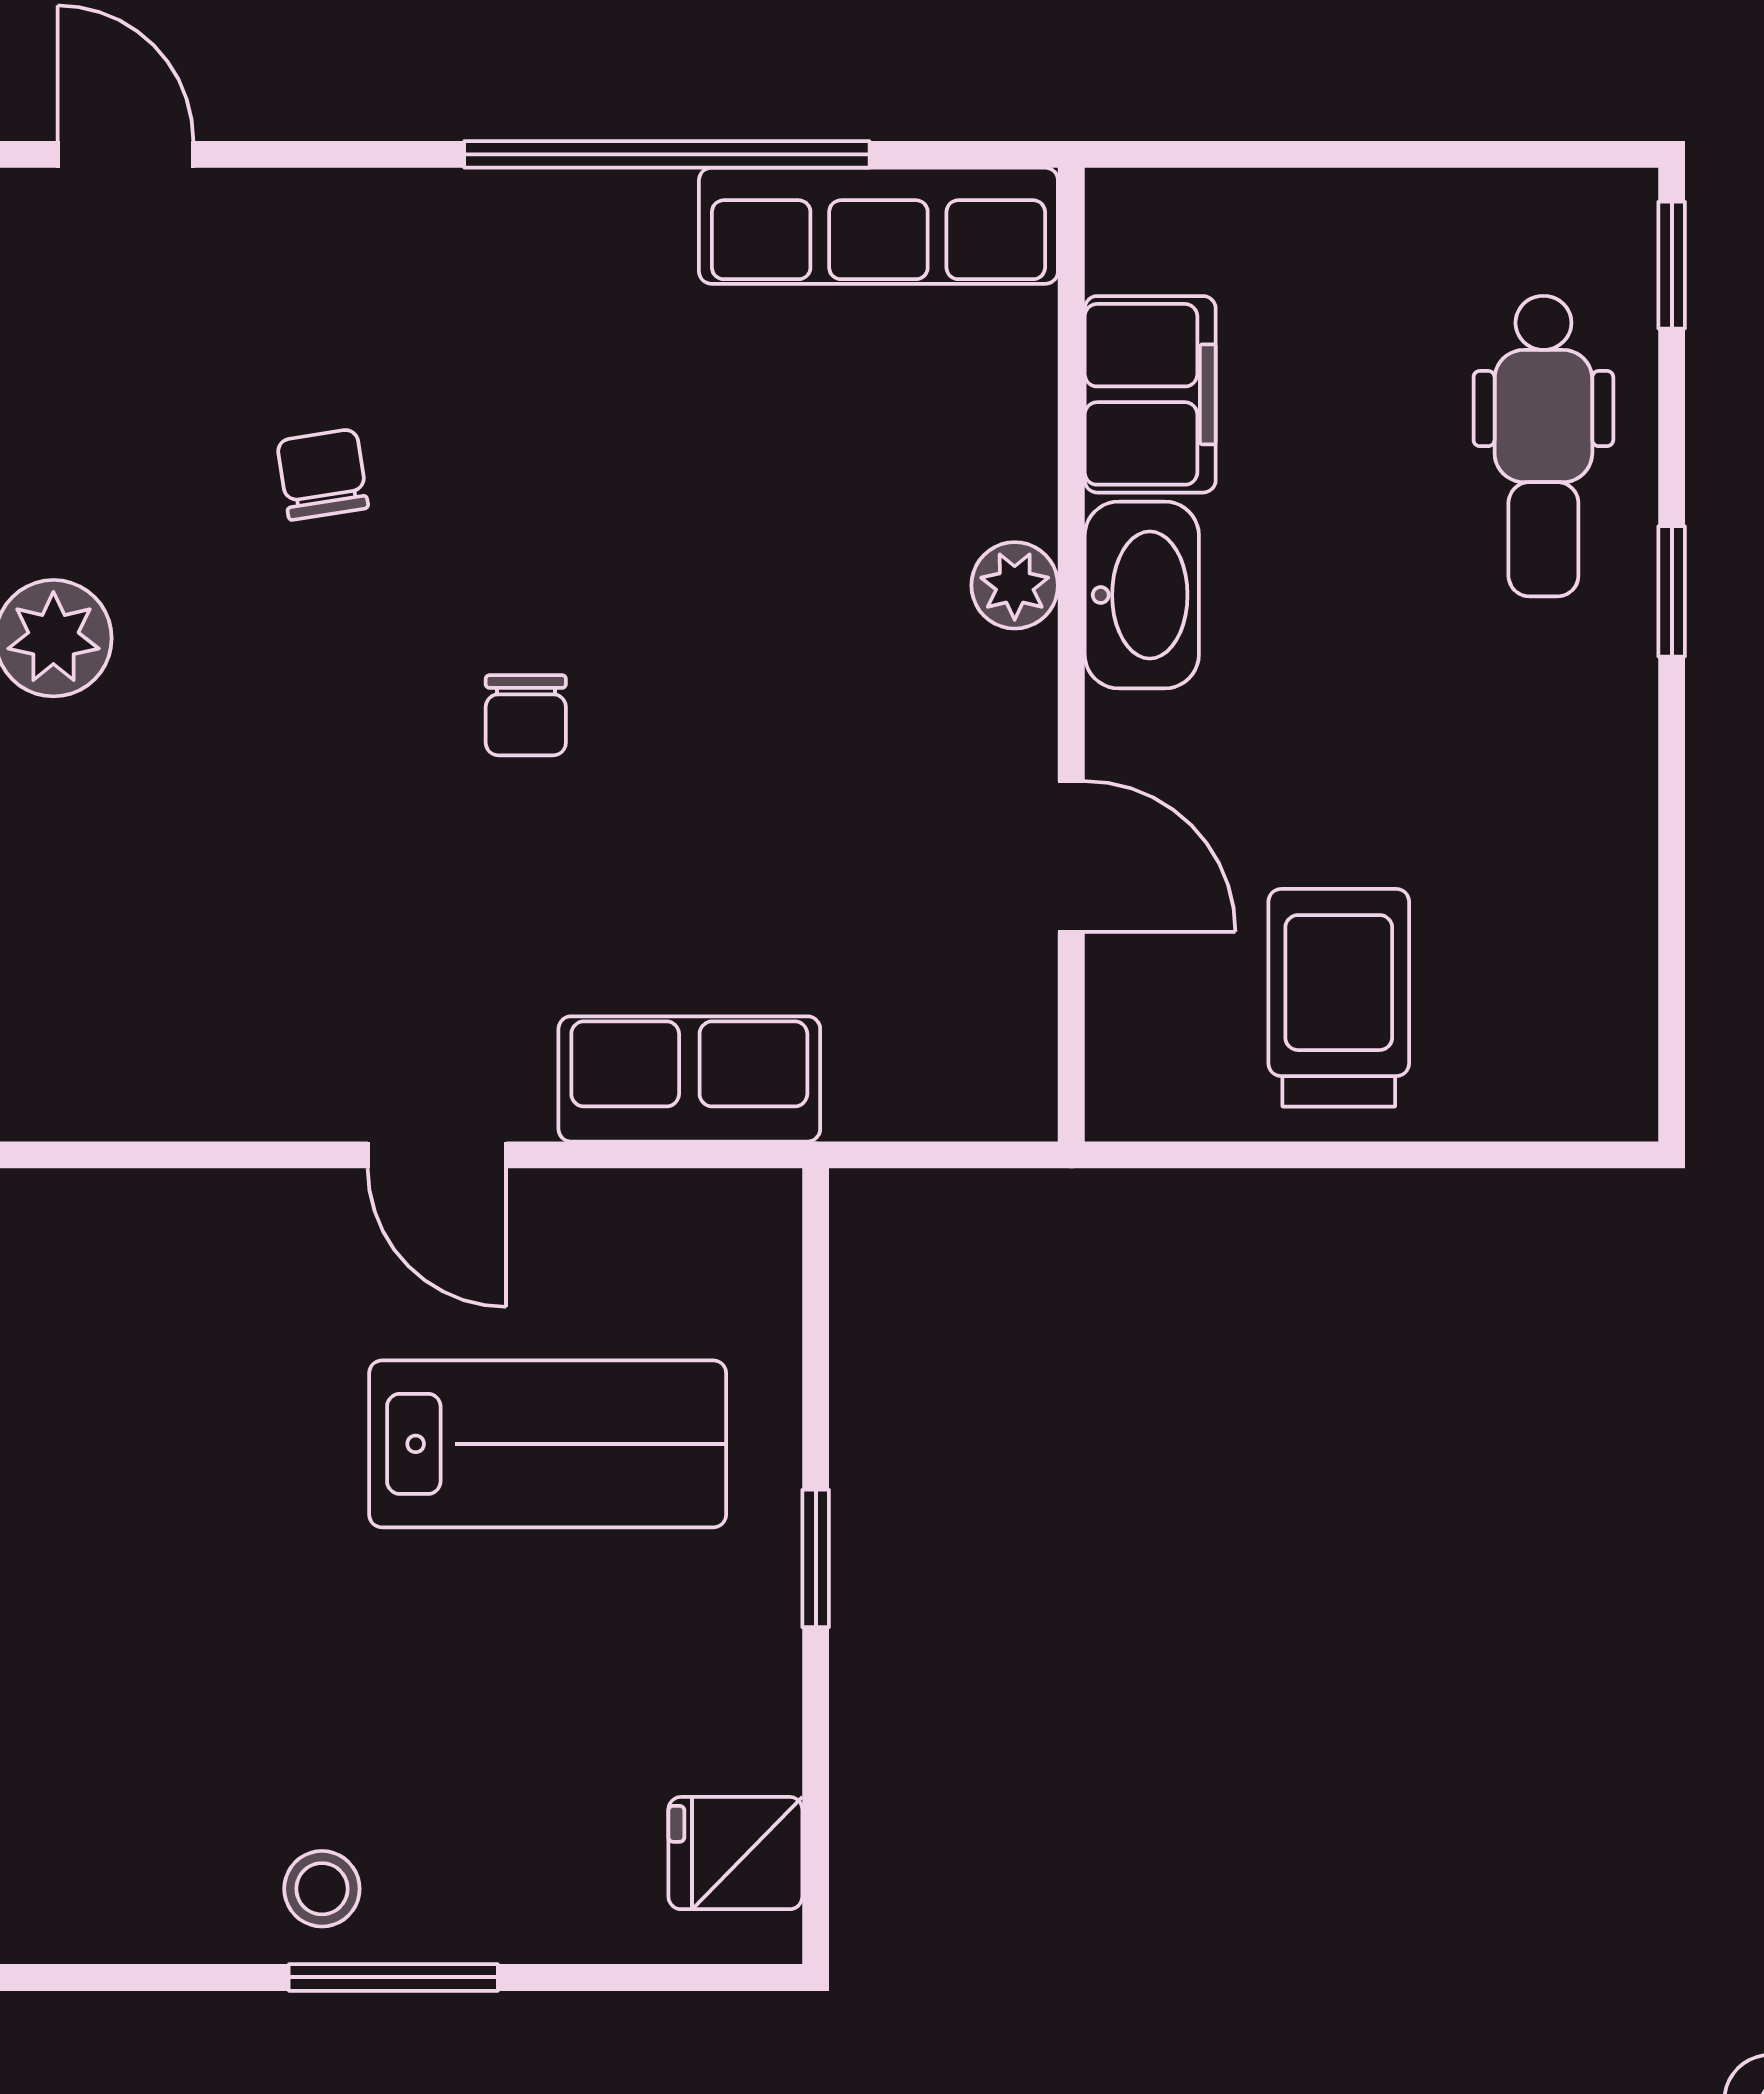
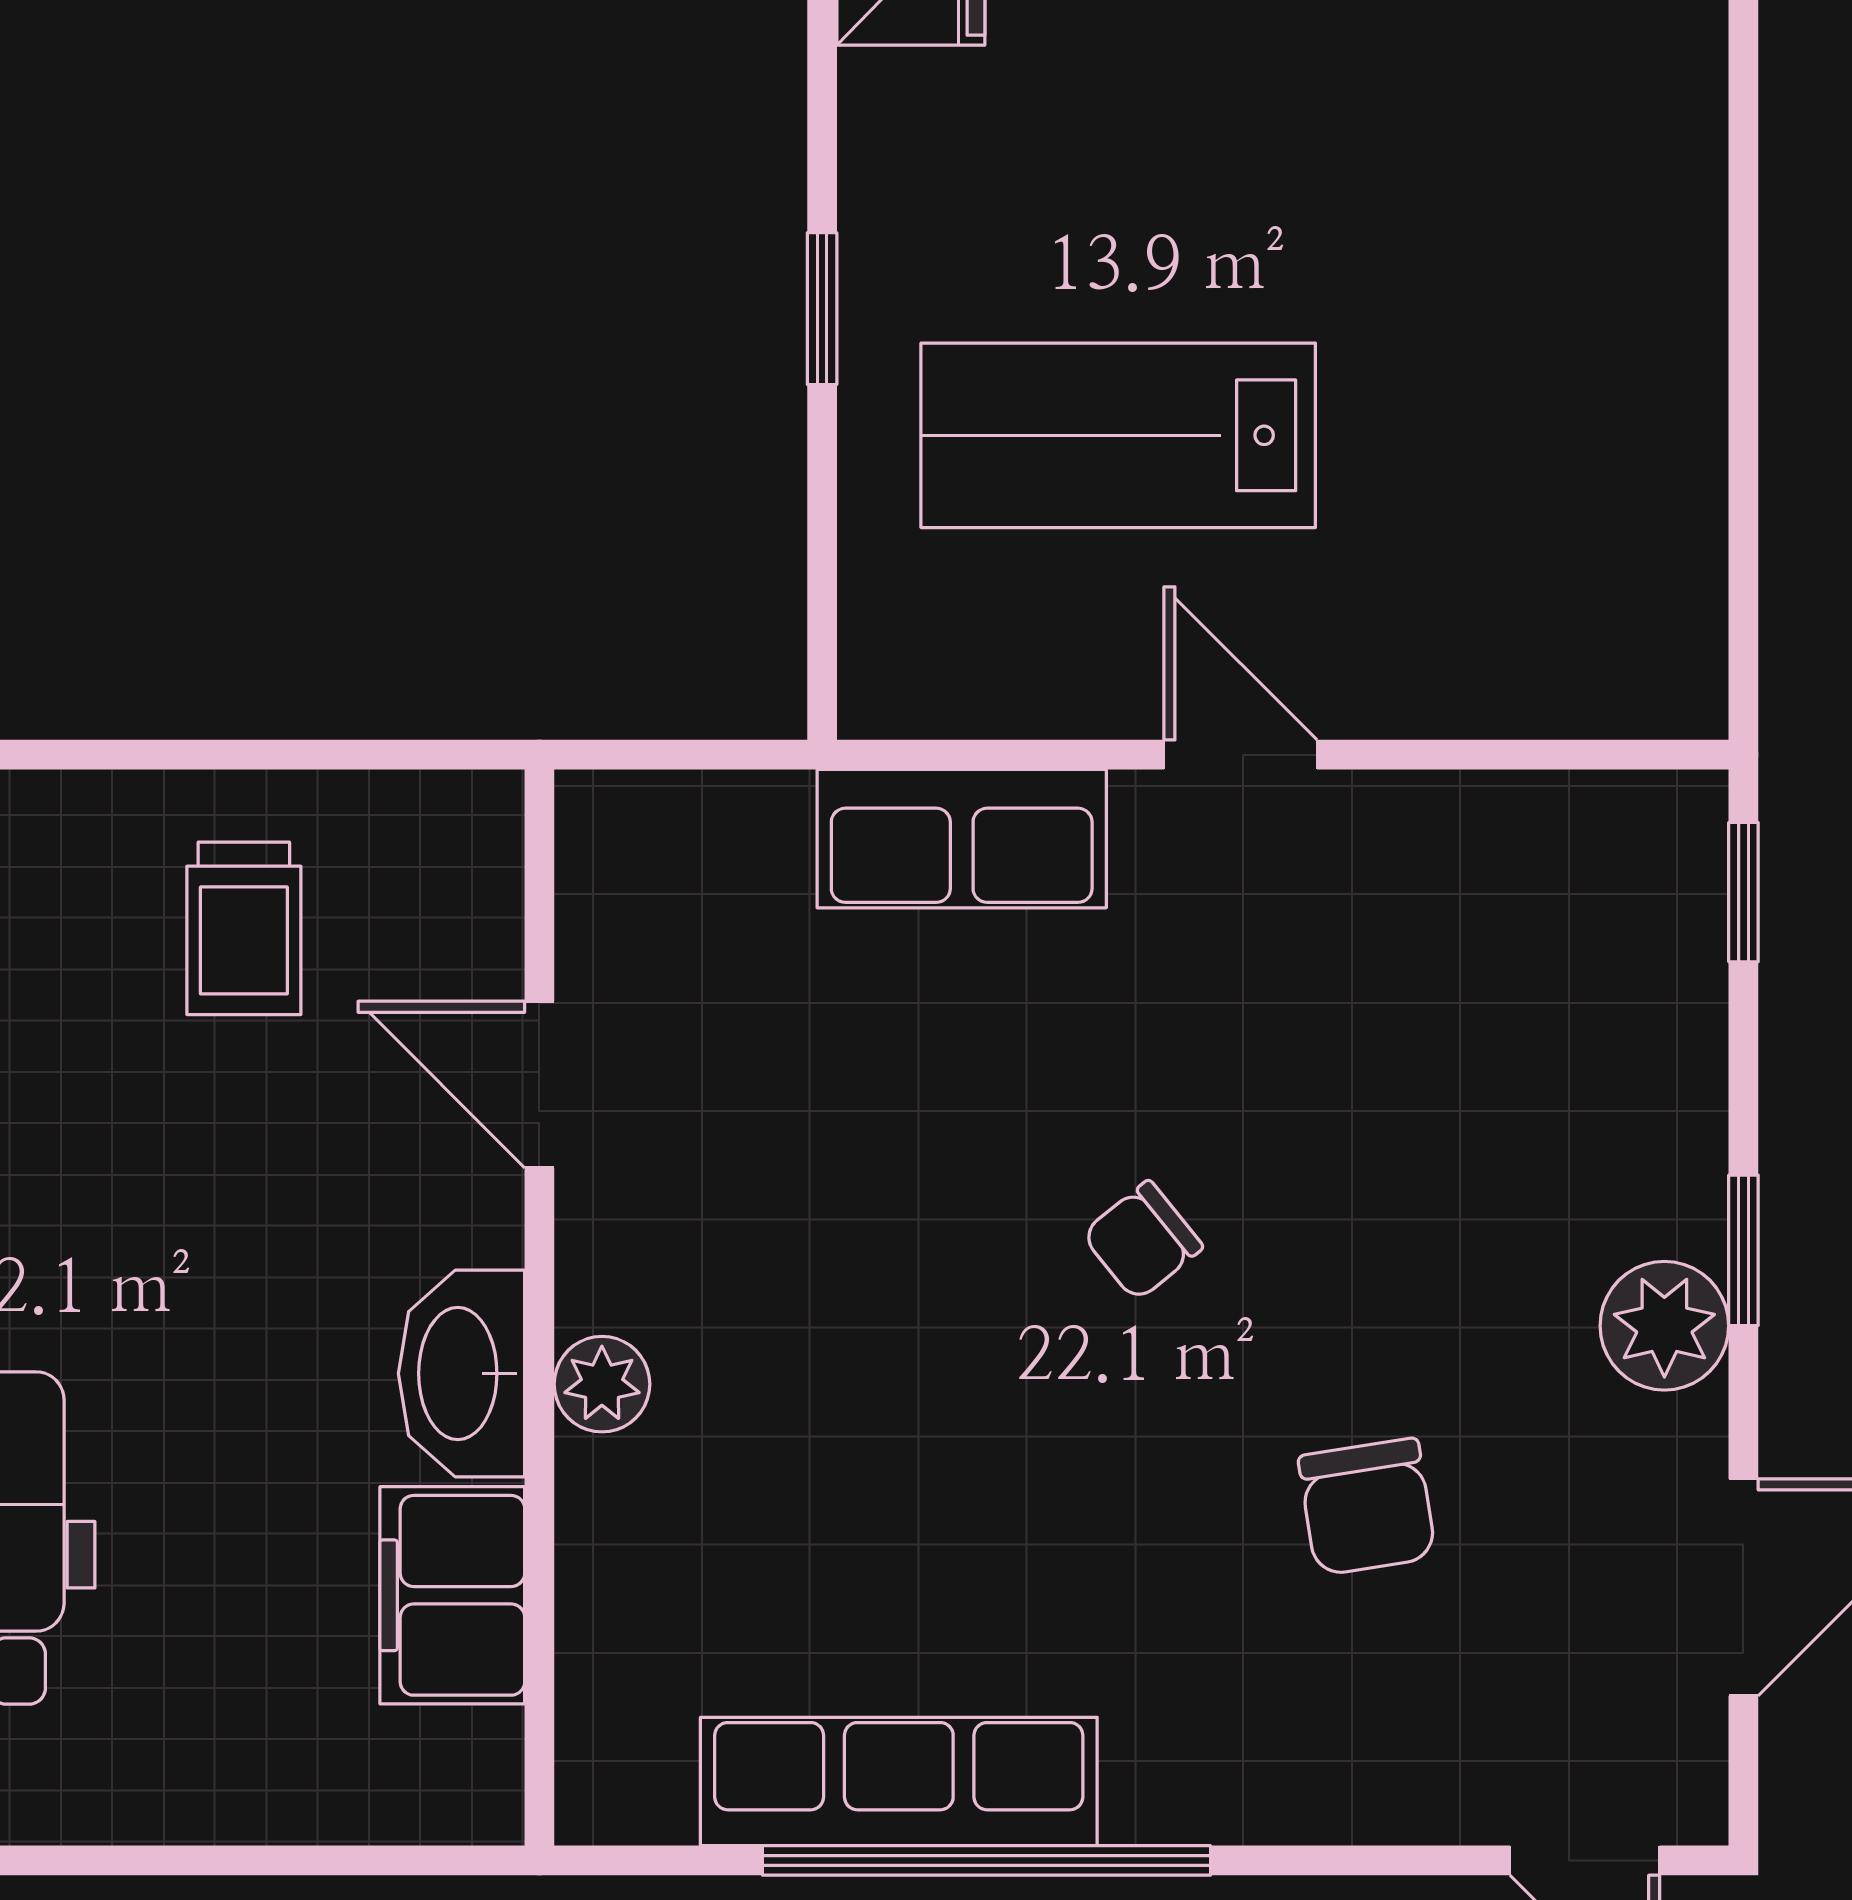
row of seats: (878, 226) -> (899, 1782), moved
chair: (323, 474) -> (1367, 1507), width x1.37, depth x1.37
chair: (526, 715) -> (1142, 1241), turned -129
trolley: (1339, 998) -> (244, 928), width x0.73, depth x0.72

